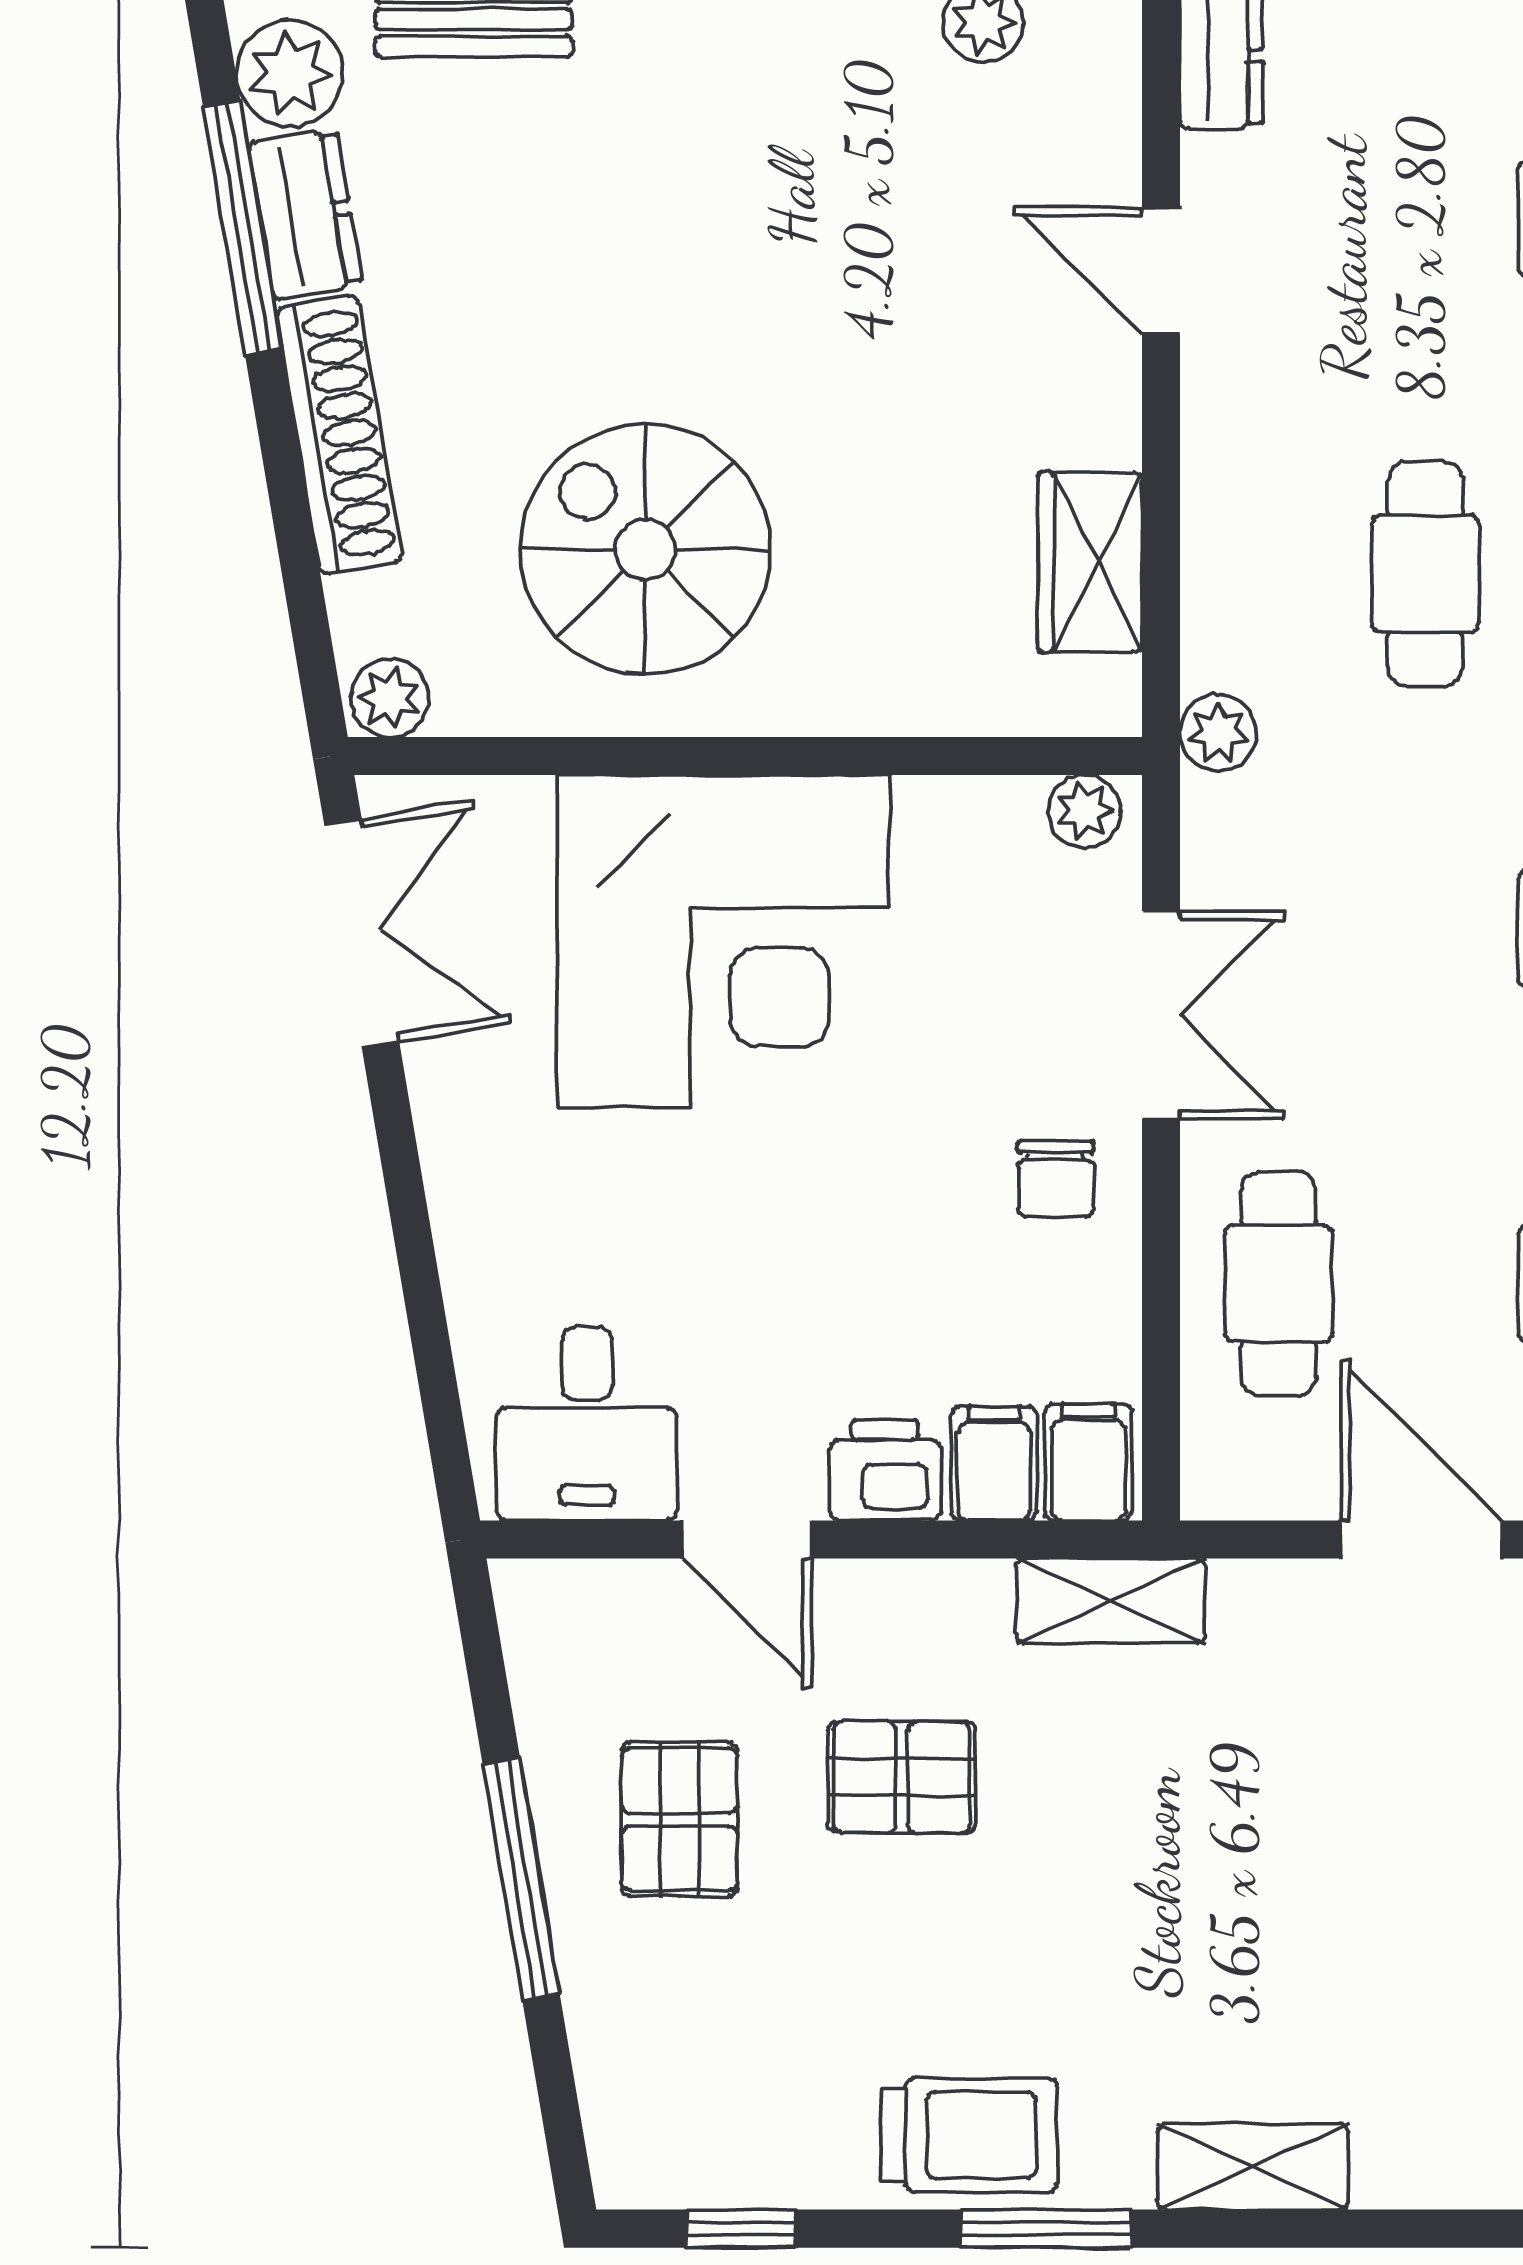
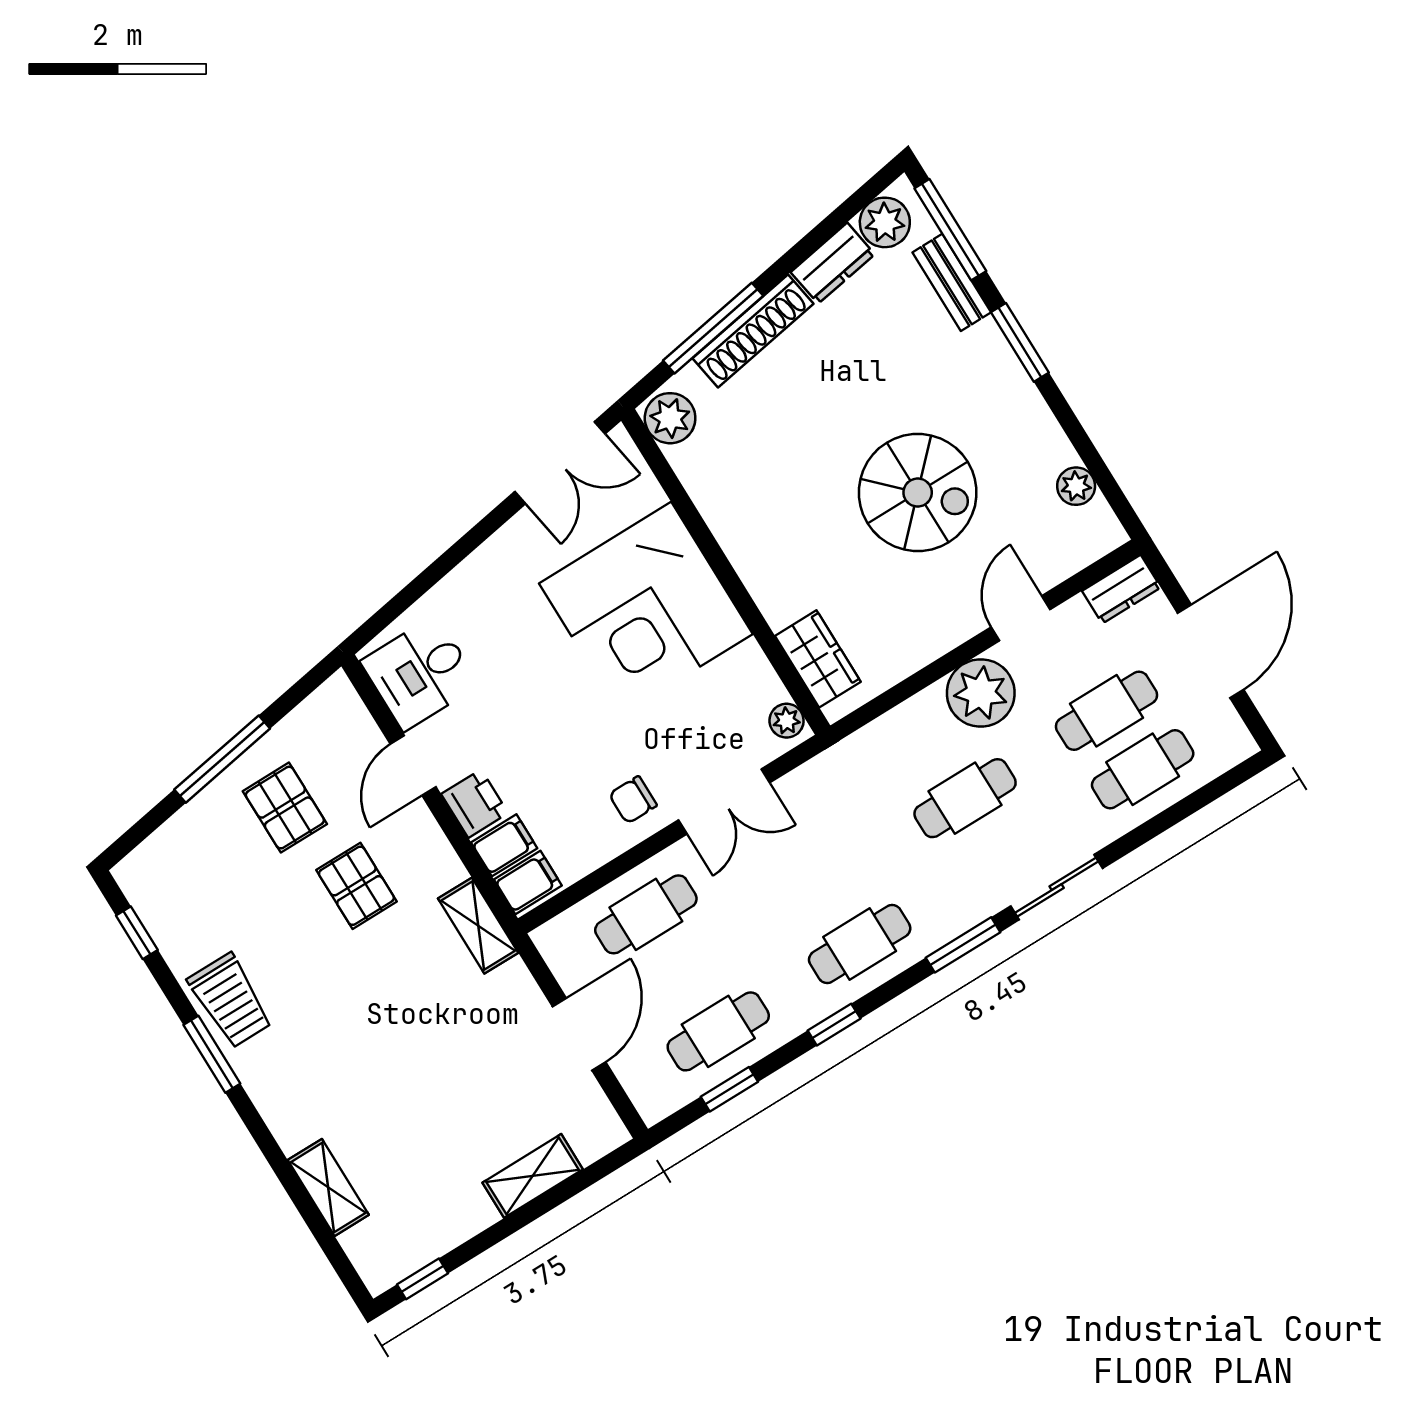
cafe table: (1425, 219) -> (1106, 711), added
window: (243, 228) -> (713, 328), moved
spiral stairs: (645, 549) -> (918, 493), moved, turned 90
wardrobe: (1090, 562) -> (818, 659), moved, turned 90
plant: (390, 698) -> (670, 418), width x1.38, depth x1.38
plant: (1218, 733) -> (981, 693), moved, width x1.88, depth x1.88
pallet: (680, 1819) -> (285, 808), turned 90
shelving: (1253, 2167) -> (328, 1187), moved

